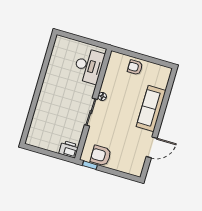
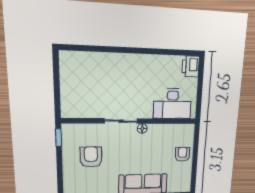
printer: (69, 149) -> (191, 67), moved, turned 180
armchair: (101, 156) -> (91, 157), moved

